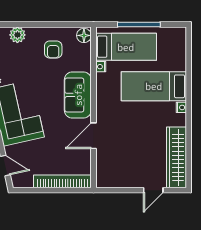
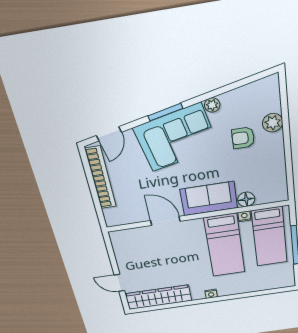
floor lamp: (84, 35) -> (246, 199), moved
armchair: (53, 50) -> (243, 138), moved
bed: (154, 86) -> (225, 245), moved, turned 180
bookcase: (62, 181) -> (101, 178), moved

